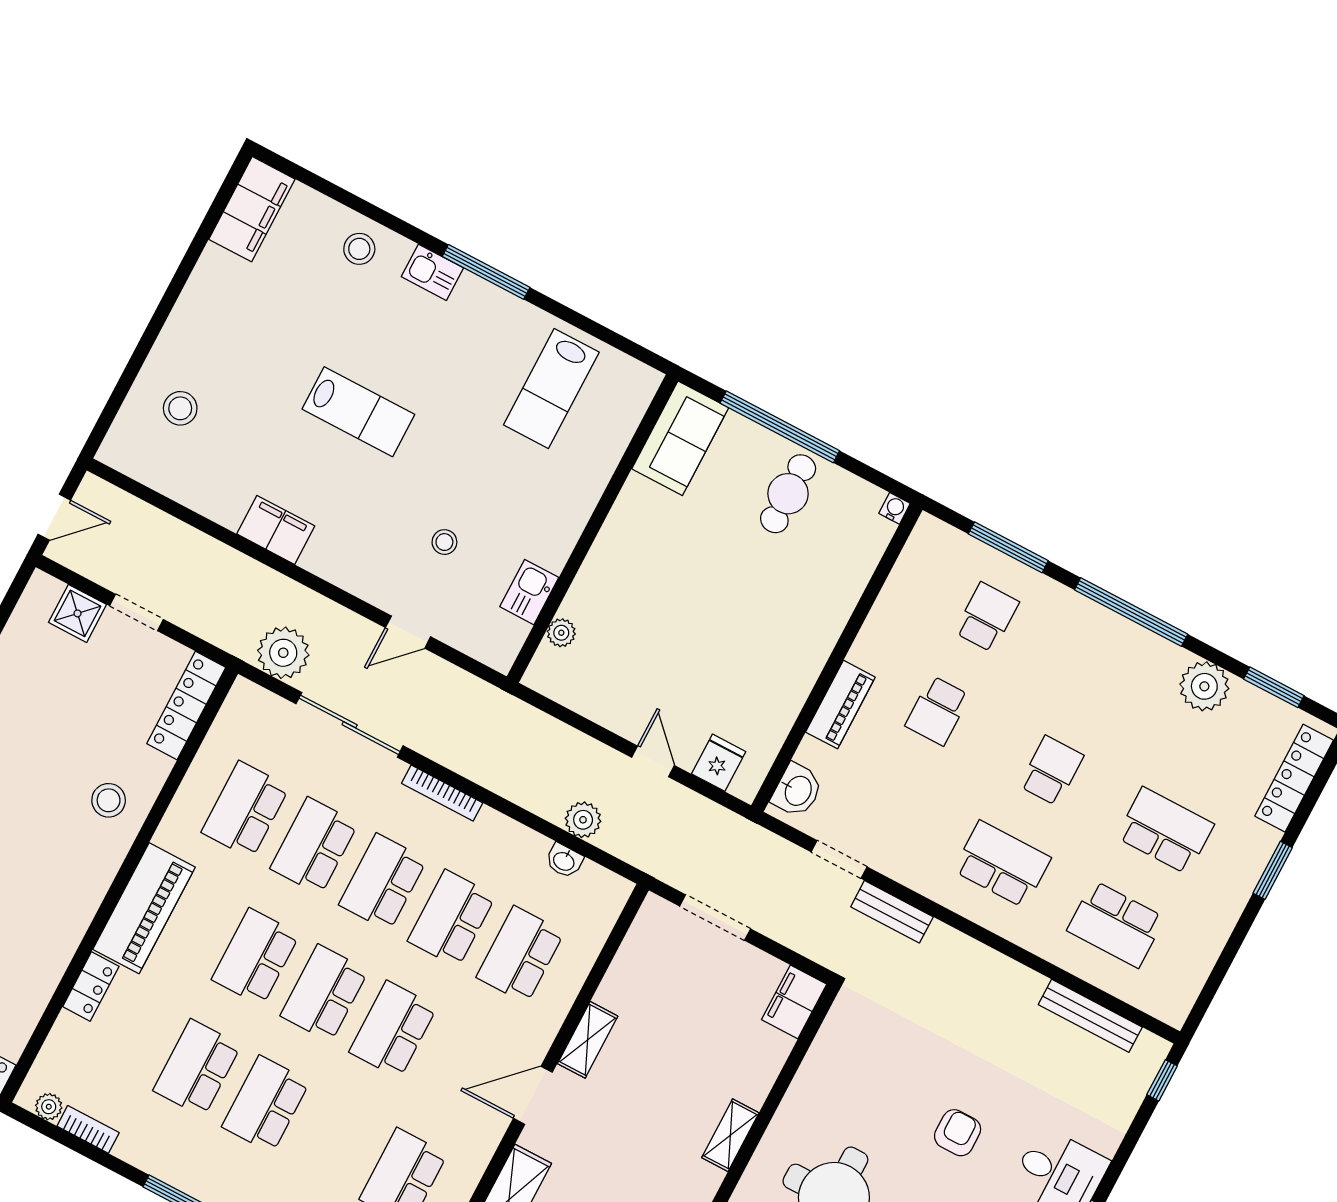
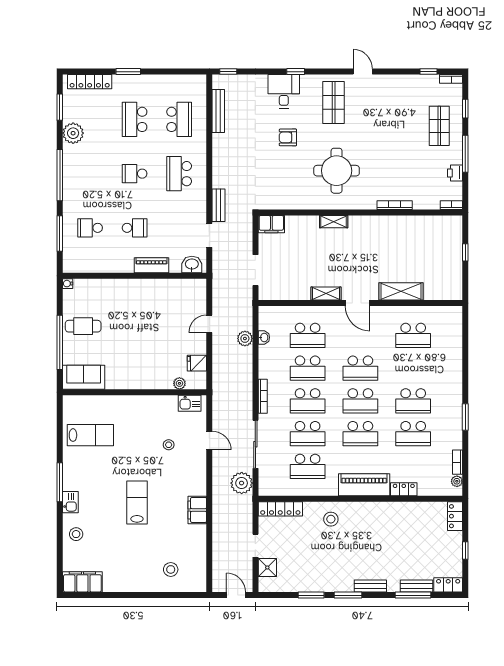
kitchen sink: (529, 592) -> (190, 403), moved
fridge: (719, 763) -> (197, 363), moved

